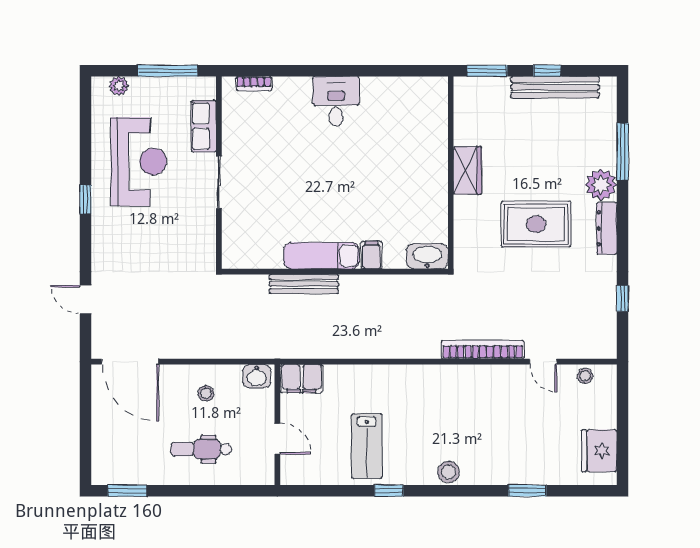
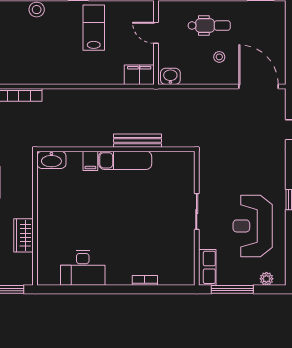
bookcase: (254, 83) -> (145, 280), moved
desk: (336, 101) -> (83, 268), moved, width x1.37
row of seats: (204, 126) -> (207, 267), moved
wardrobe: (467, 170) -> (24, 235), moved
stool: (206, 393) -> (219, 57), moved

